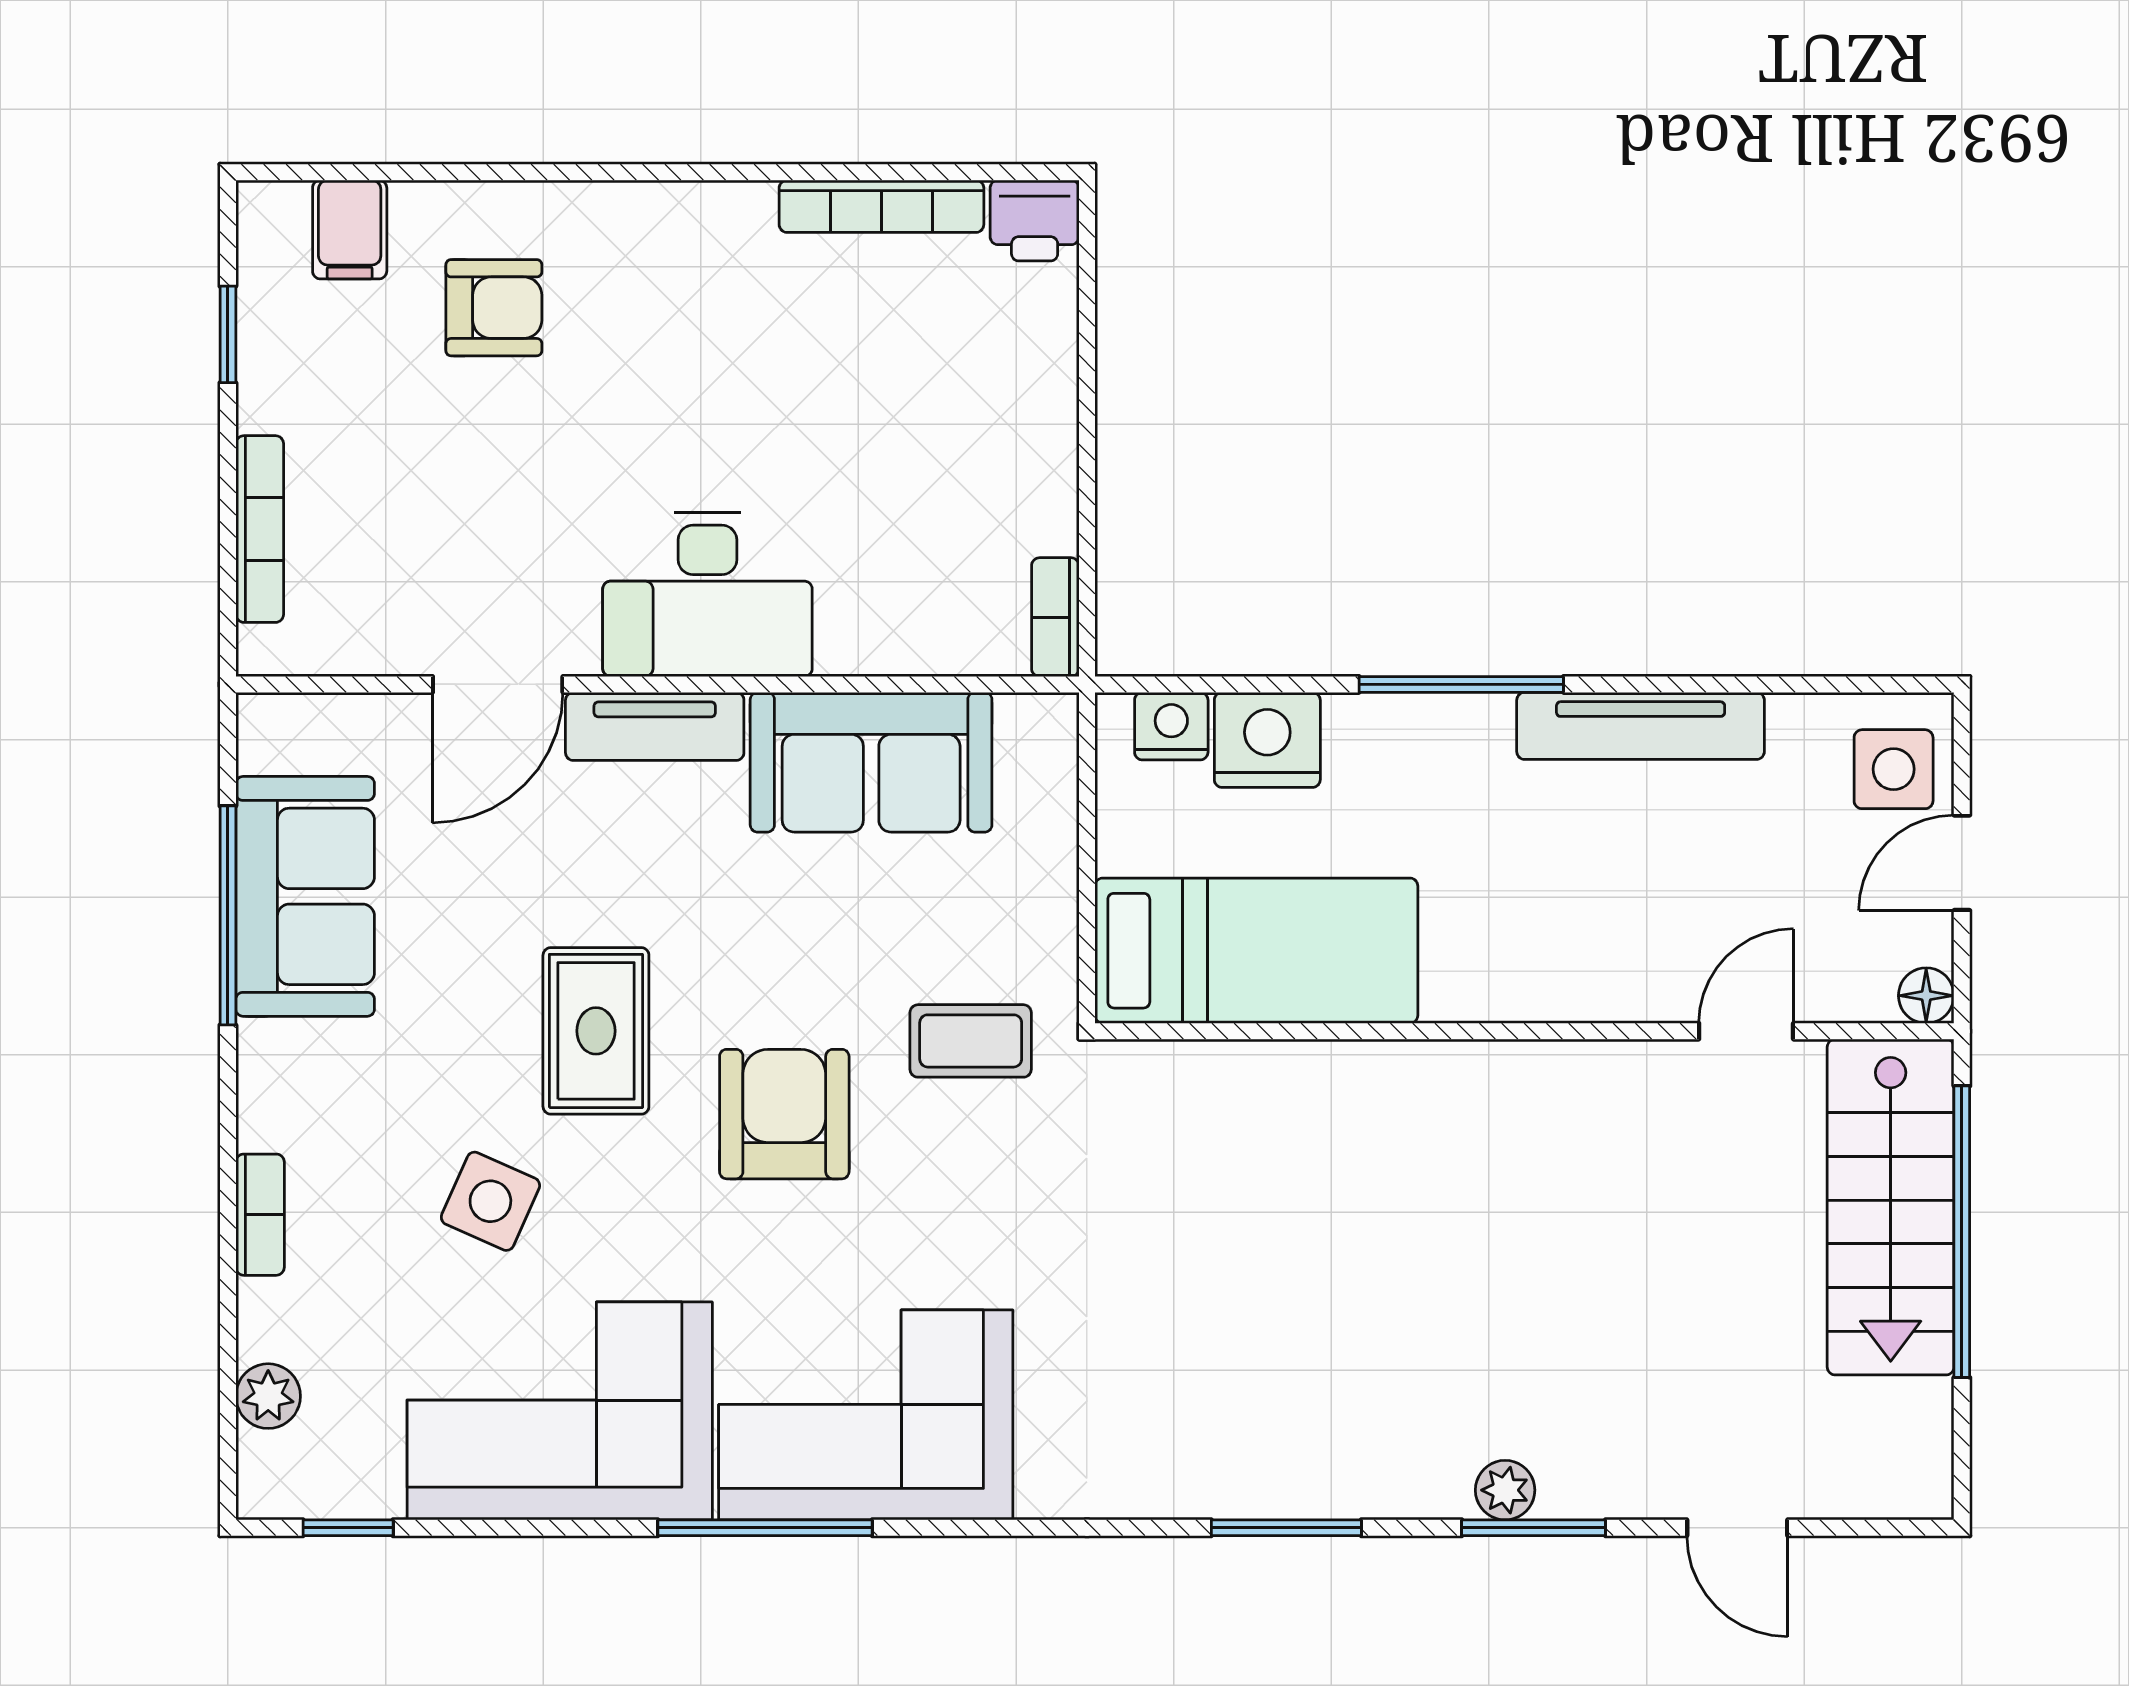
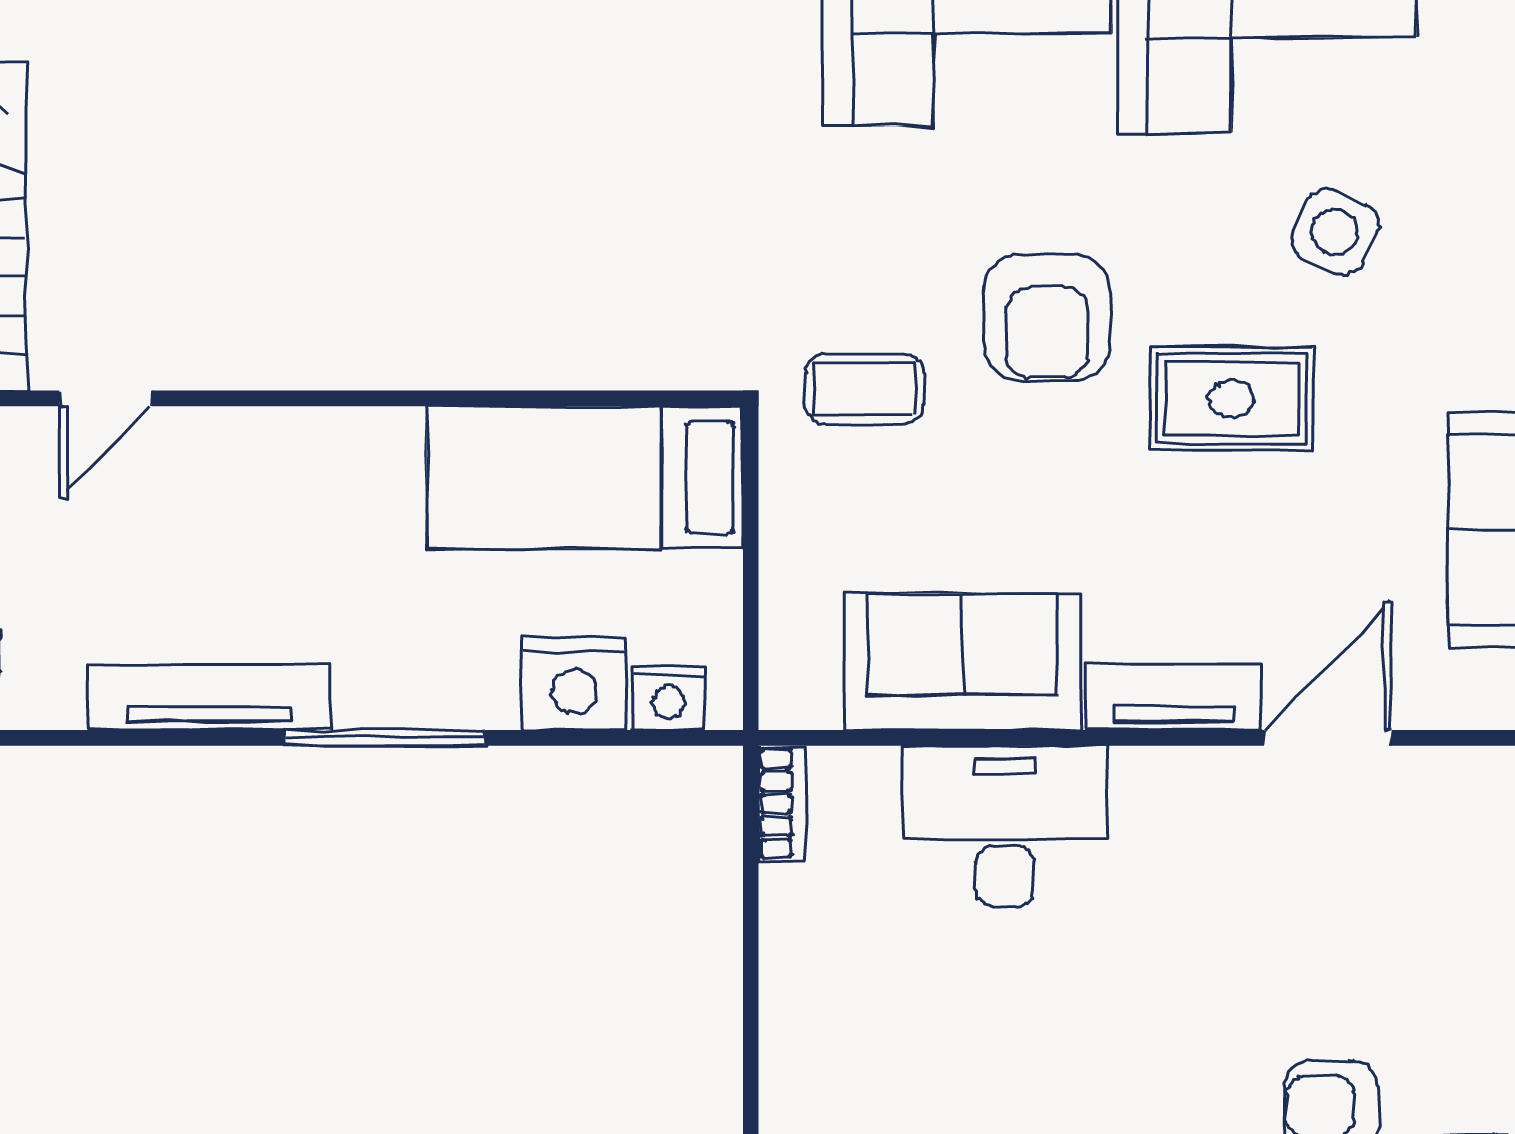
desk: (707, 594) -> (1005, 826), moved
rug: (596, 1031) -> (1231, 399), turned 90

